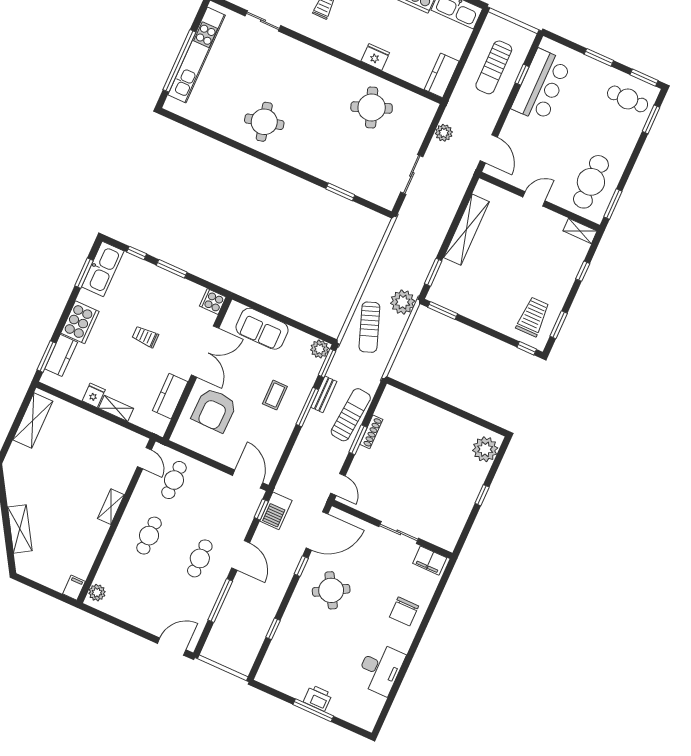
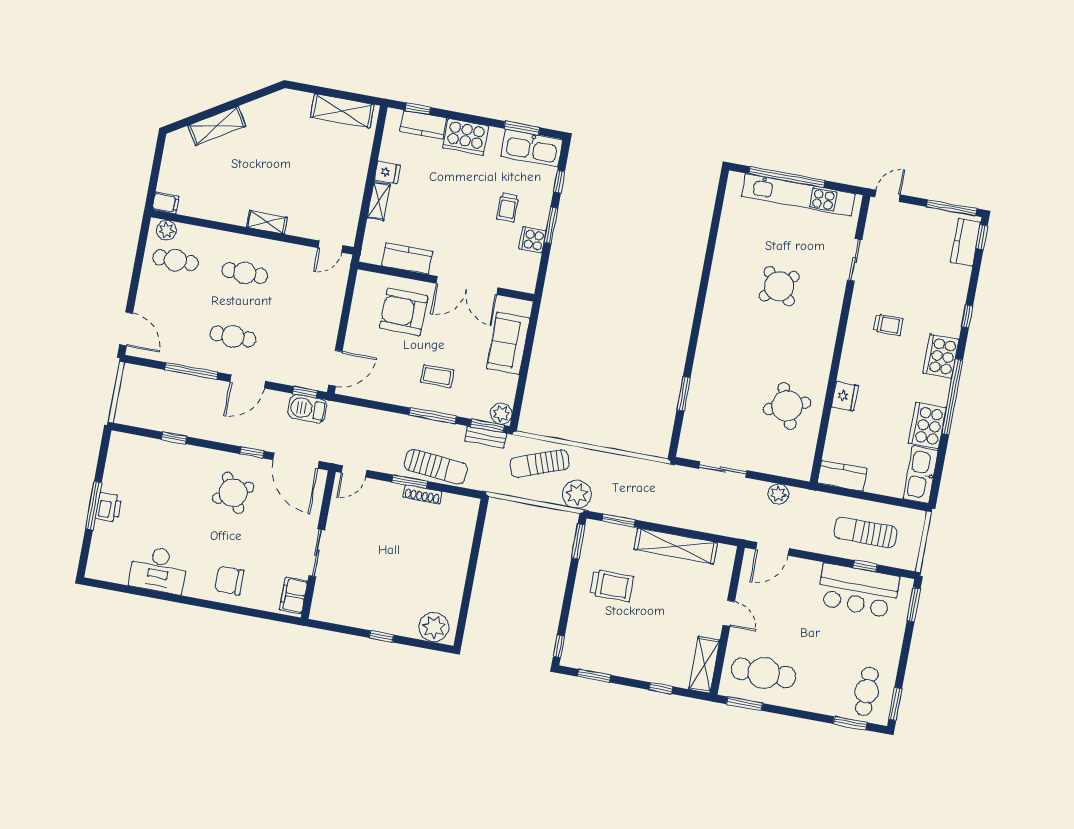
window: (599, 57) -> (914, 605), moved
round table: (264, 122) -> (779, 286), moved, turned -31
shelving: (580, 231) -> (704, 665), width x1.50, depth x1.33
cooker: (213, 301) -> (532, 240), moved, turned -90
trolley: (533, 317) -> (612, 586), moved
trolley: (145, 337) -> (508, 207), moved, turned 180
window: (47, 357) -> (418, 109), width x0.67
bench: (324, 394) -> (485, 437), moved
cafe table: (174, 480) -> (175, 260), moved

